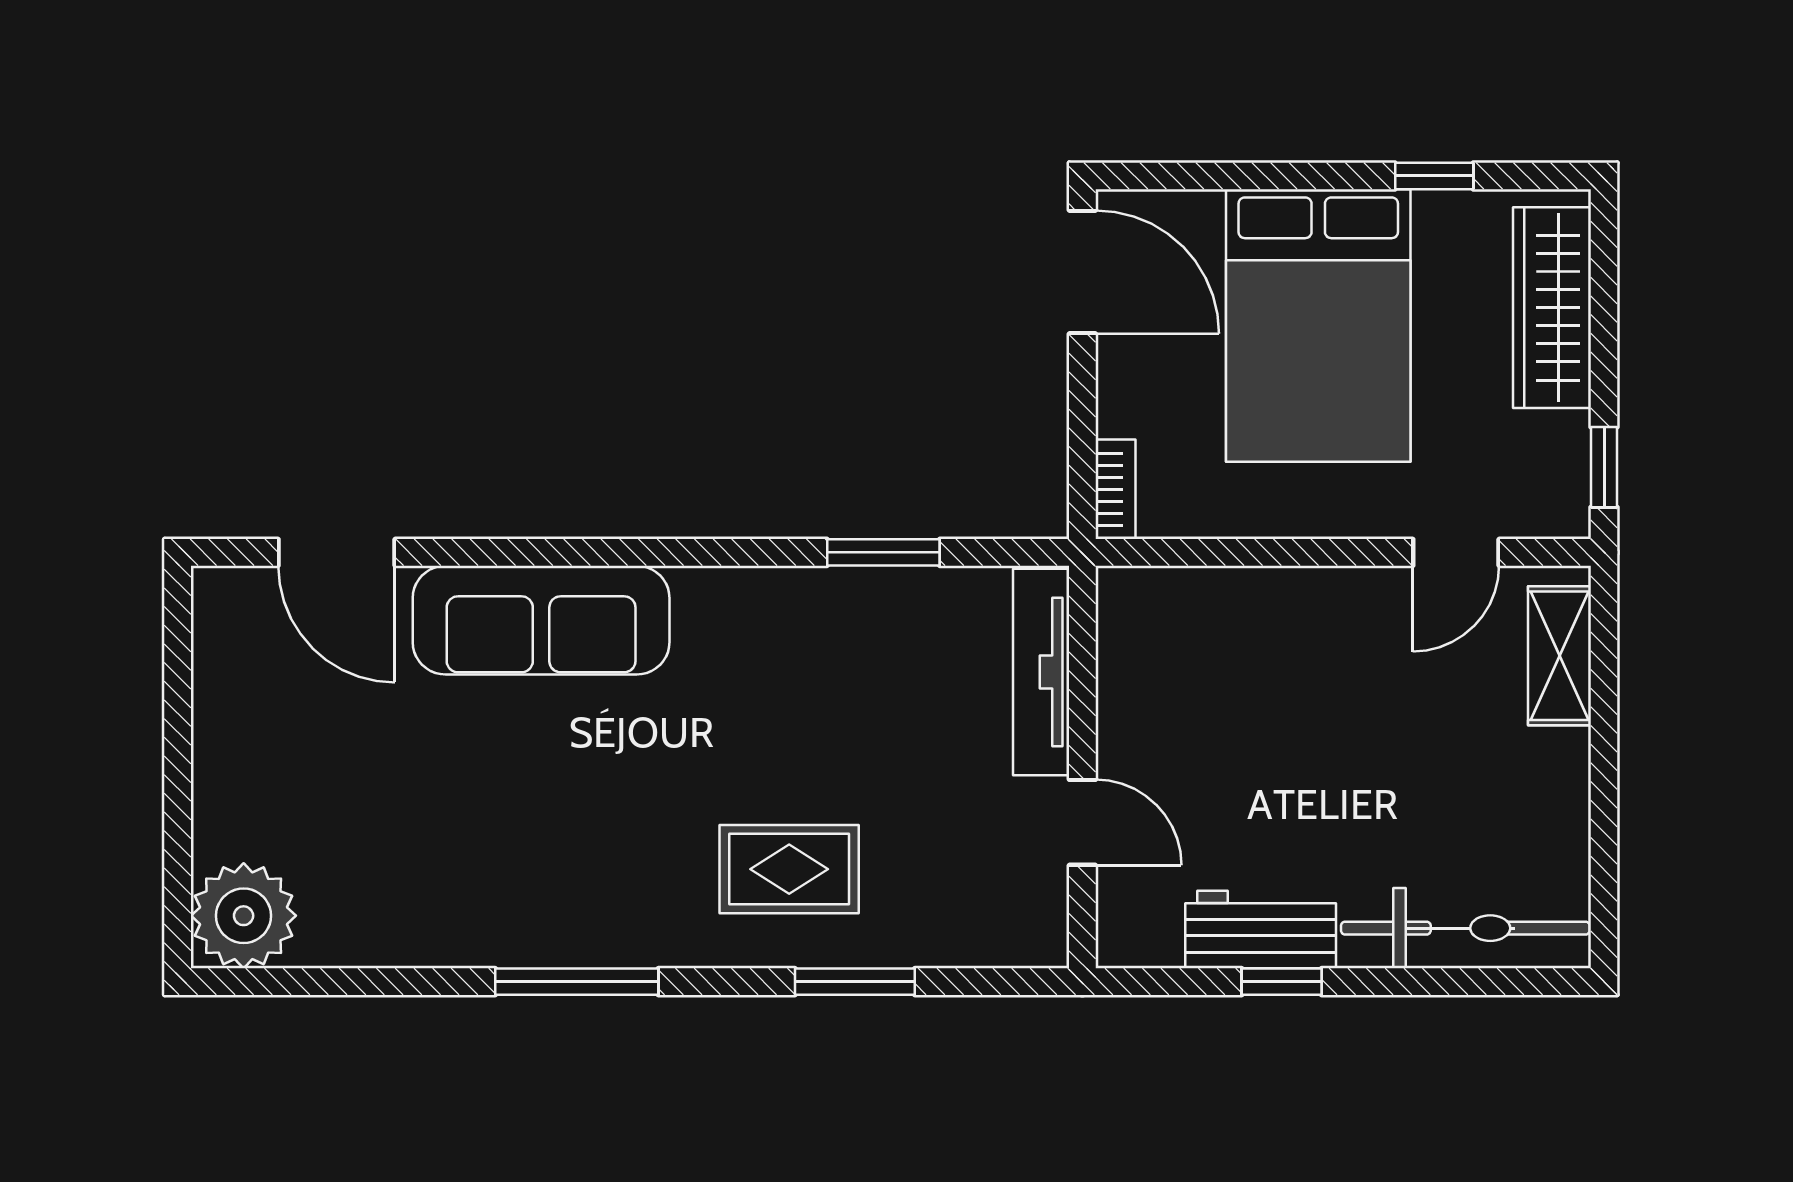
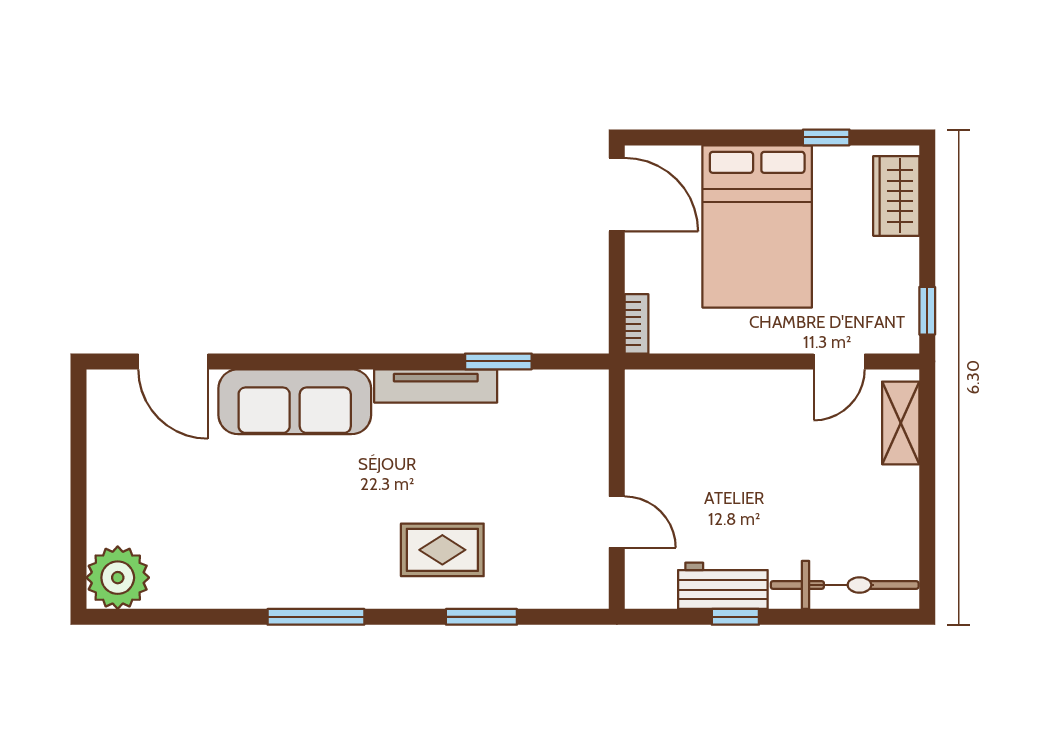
wardrobe: (1552, 308) -> (896, 196), width x0.67
tv unit: (1041, 672) -> (436, 386), moved, turned -90

